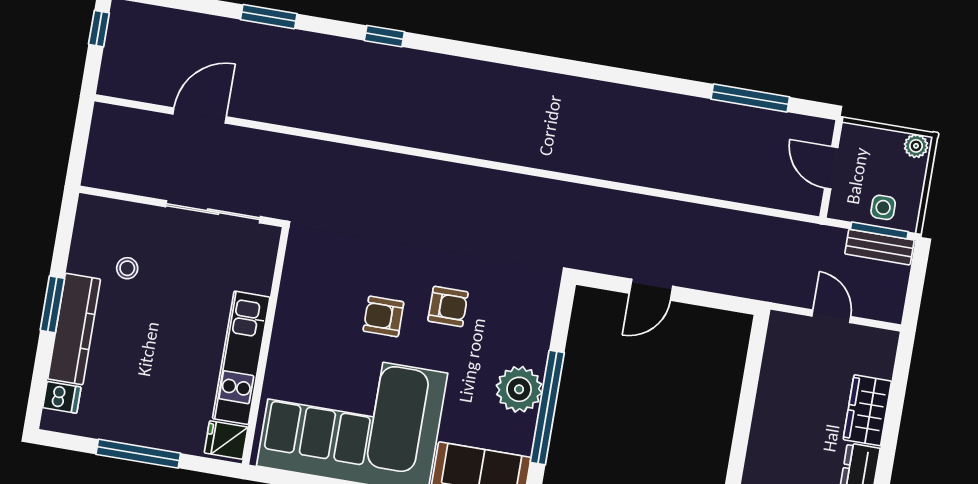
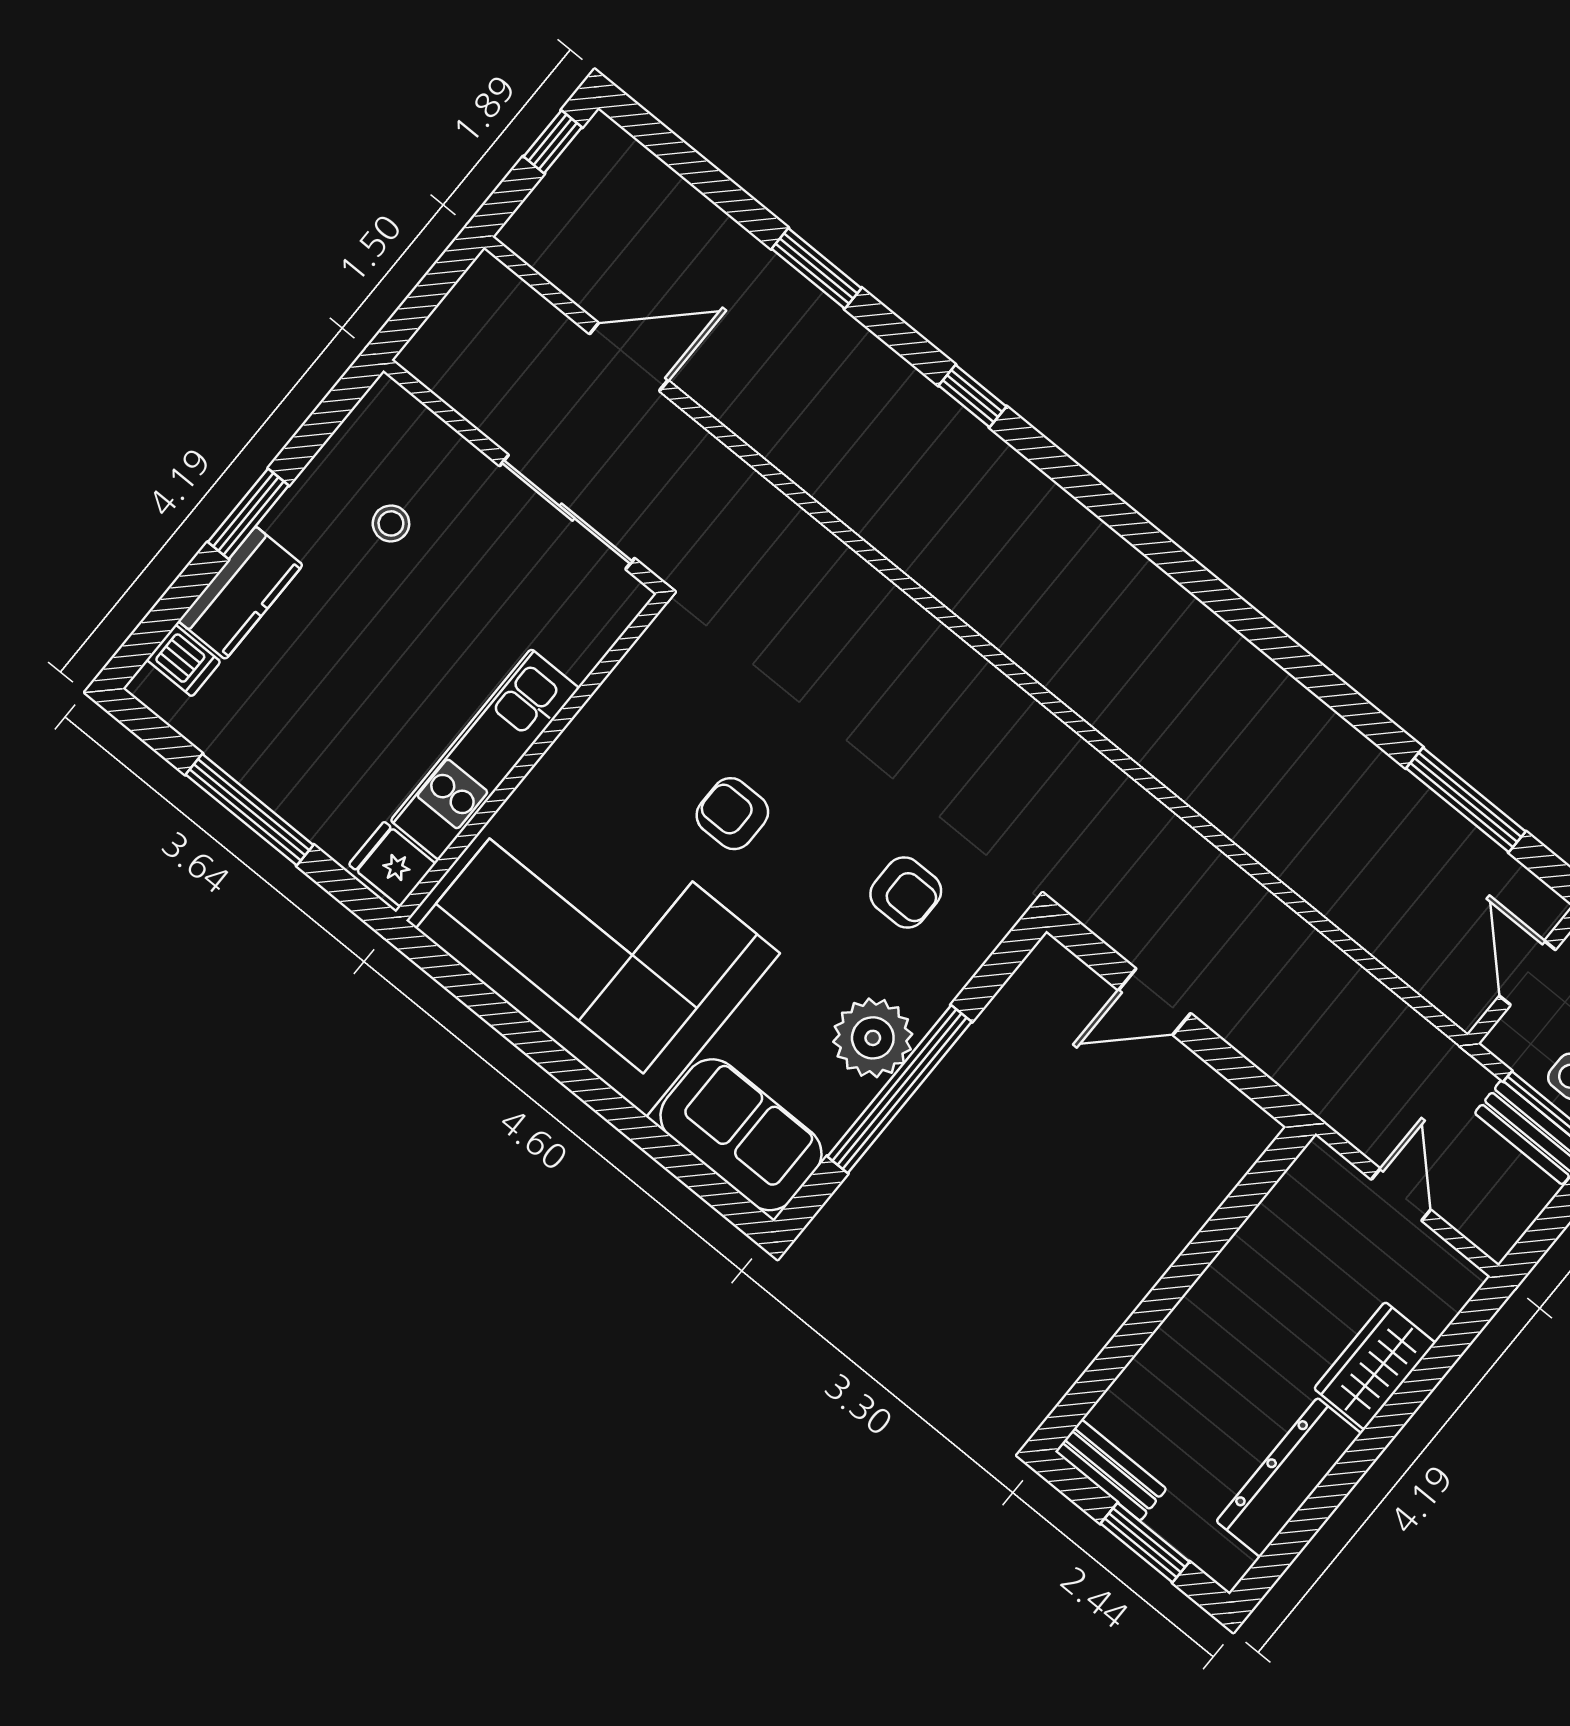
armchair: (448, 307) -> (906, 892), moved
kitchen counter: (74, 329) -> (240, 593), width x0.67

